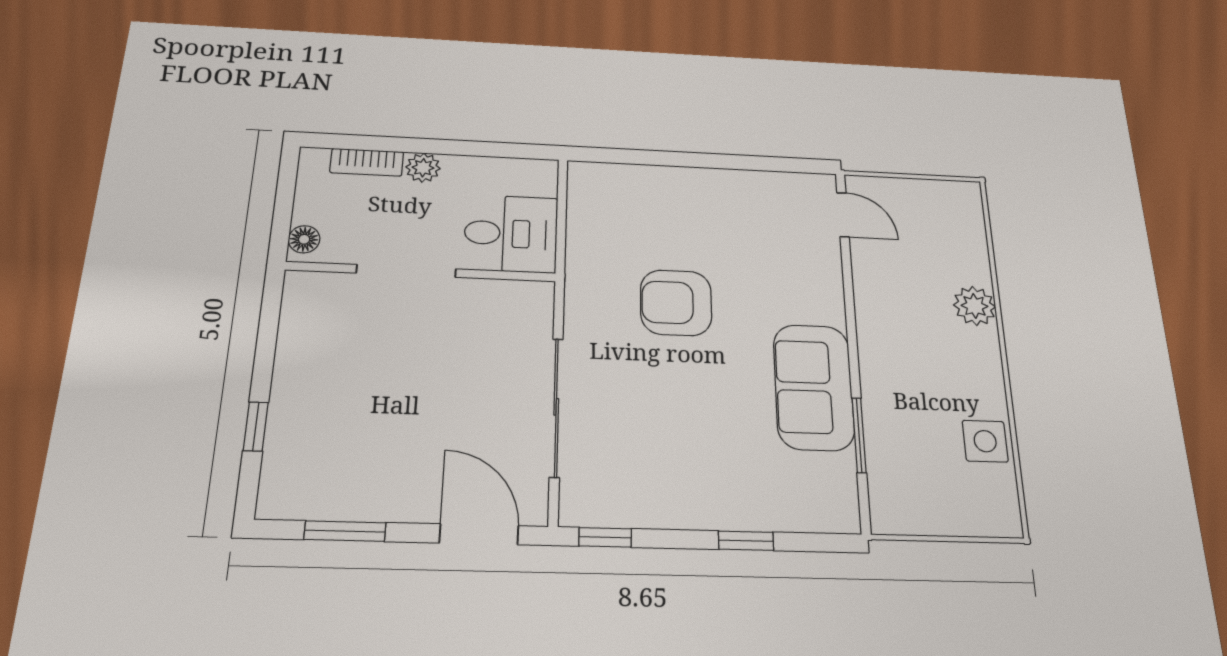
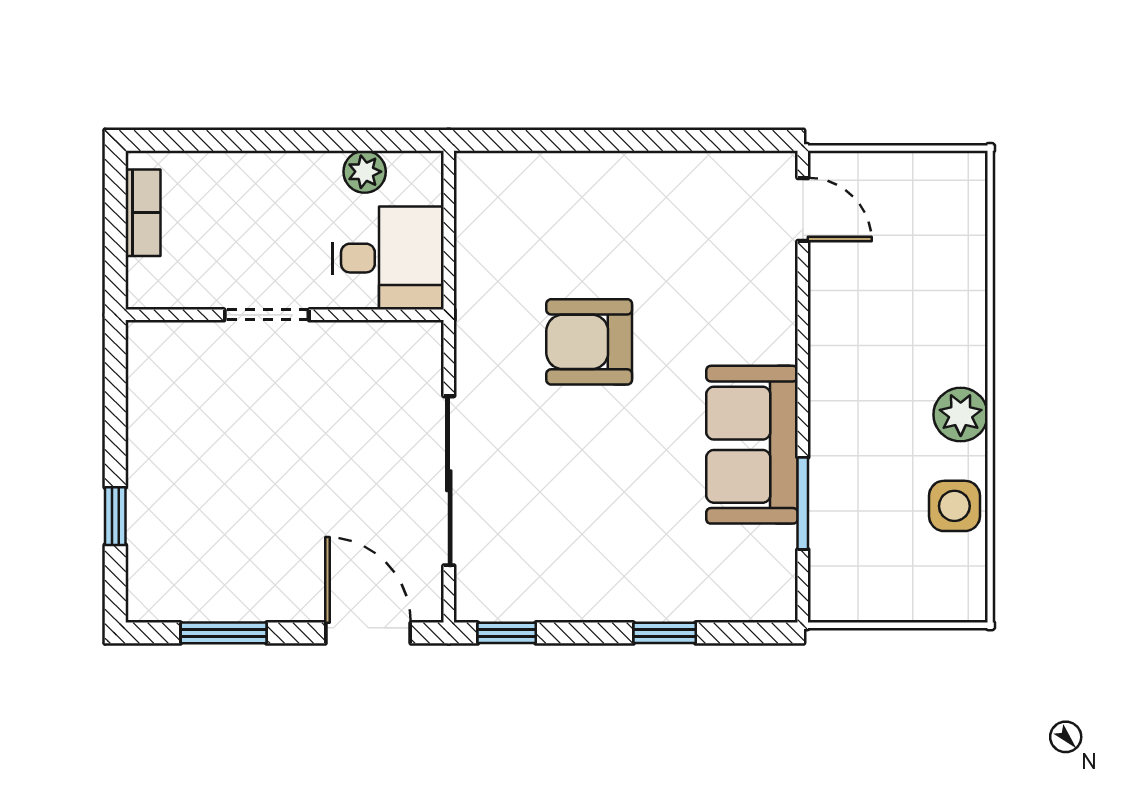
bookcase: (367, 162) -> (143, 213), moved, turned -90
plant: (423, 168) -> (365, 172), moved
floor lamp: (304, 239) -> (144, 279), removed
doorway: (406, 271) -> (267, 315), width x0.73
plant: (975, 306) -> (961, 415), moved

